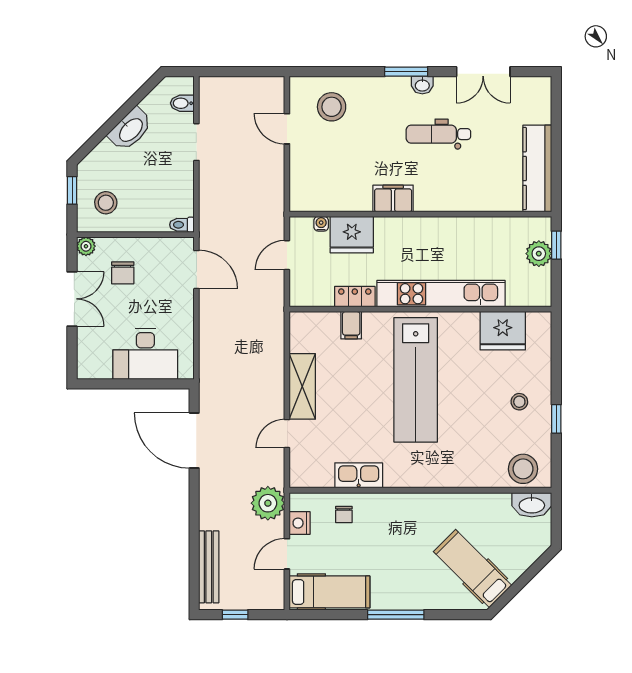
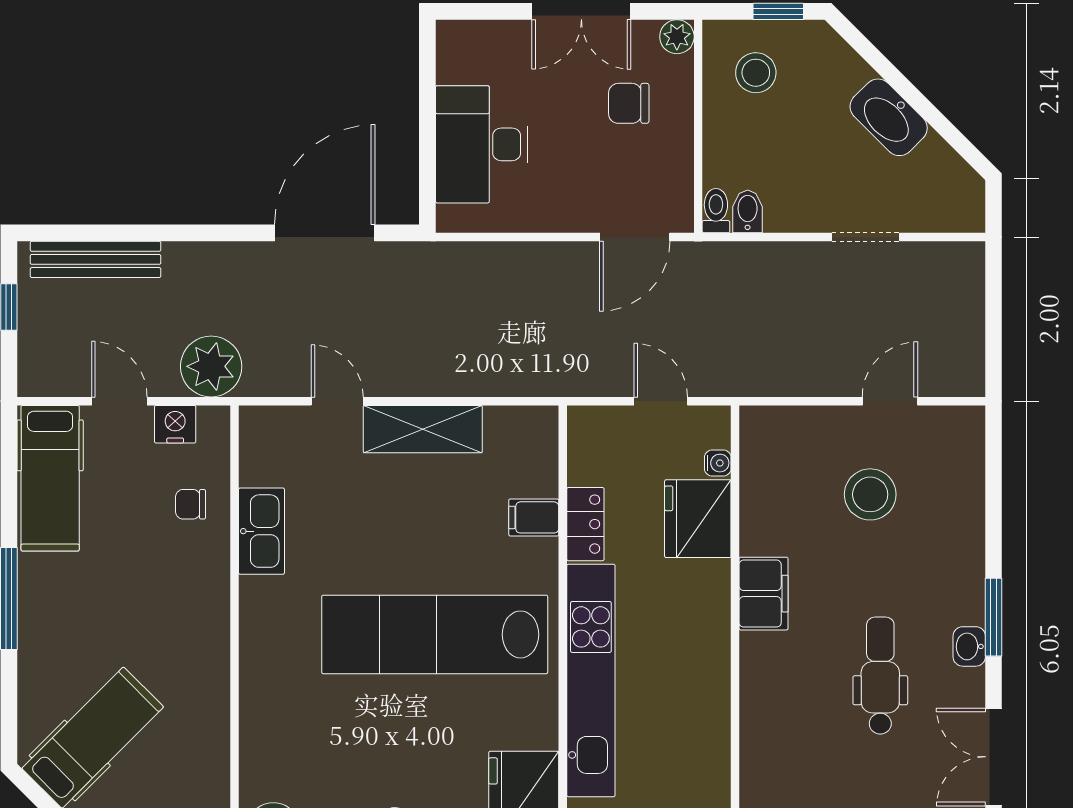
bidet: (182, 103) -> (748, 211), moved
stool: (332, 107) -> (870, 494), moved

